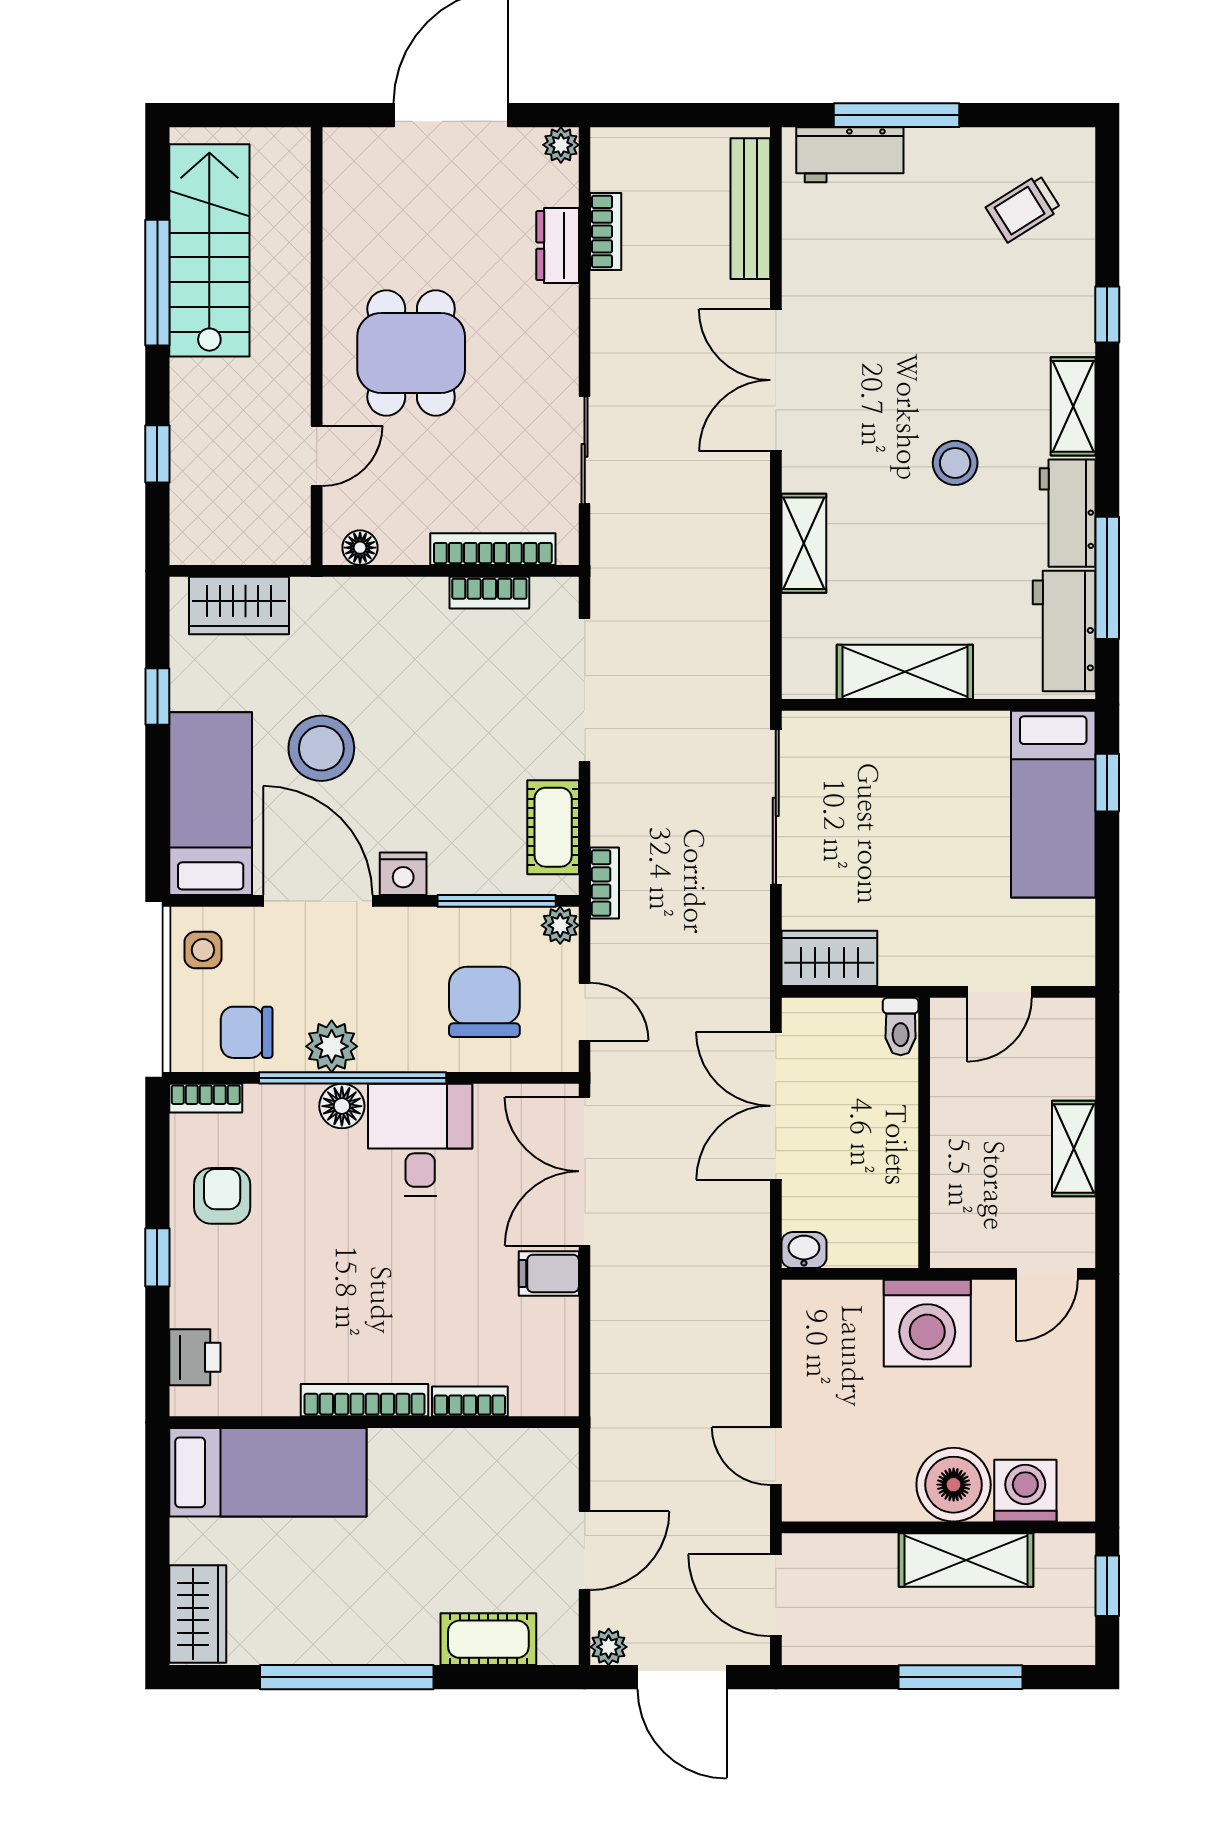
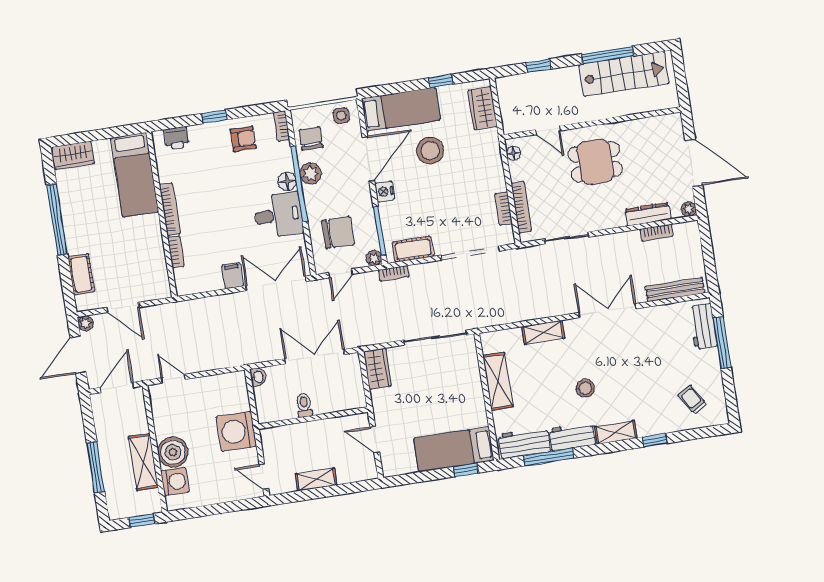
dresser: (558, 246) -> (648, 214), width x1.44
toilet: (901, 1026) -> (304, 405), moved, turned 90
door: (776, 1456) -> (173, 379), hinge flipped

